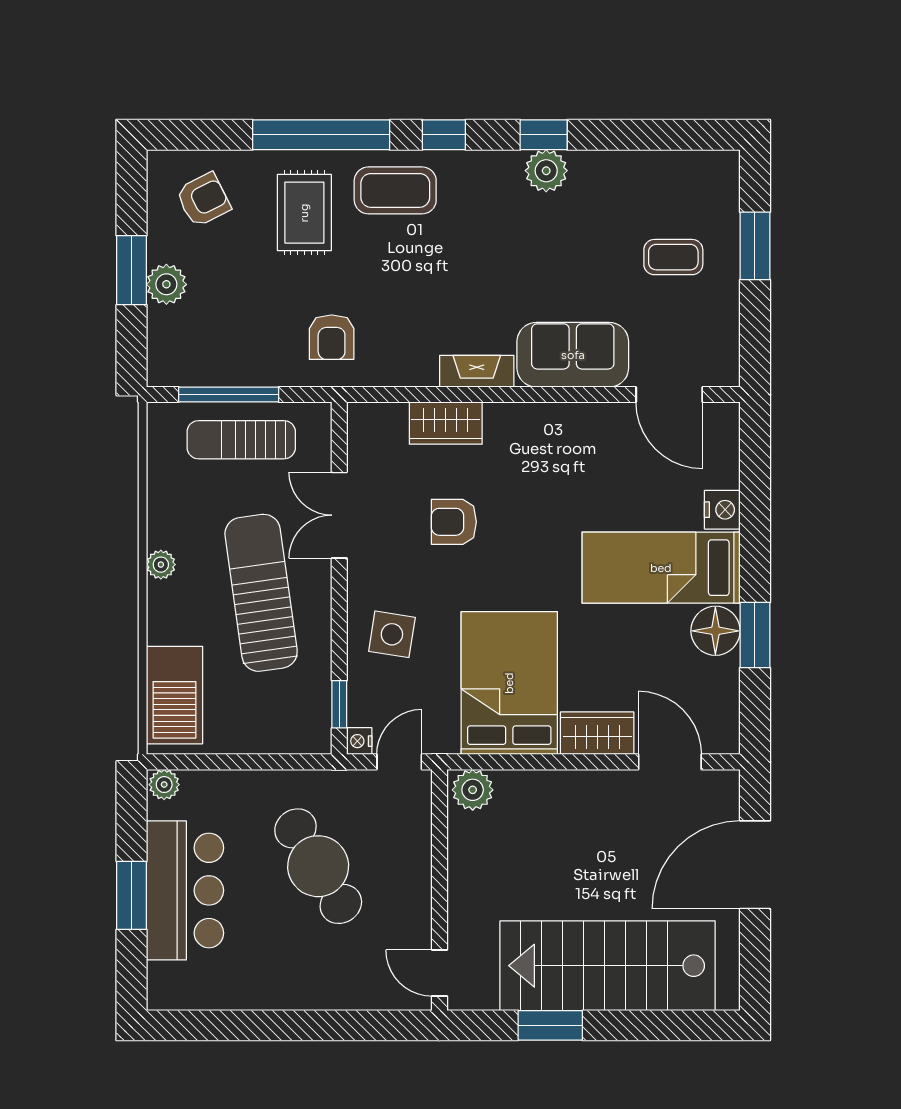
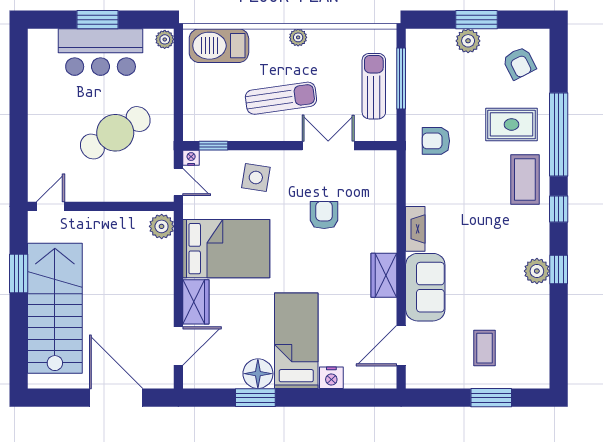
wardrobe: (446, 423) -> (384, 275), moved
sun lounger: (261, 593) -> (281, 98), width x0.73, depth x0.75

